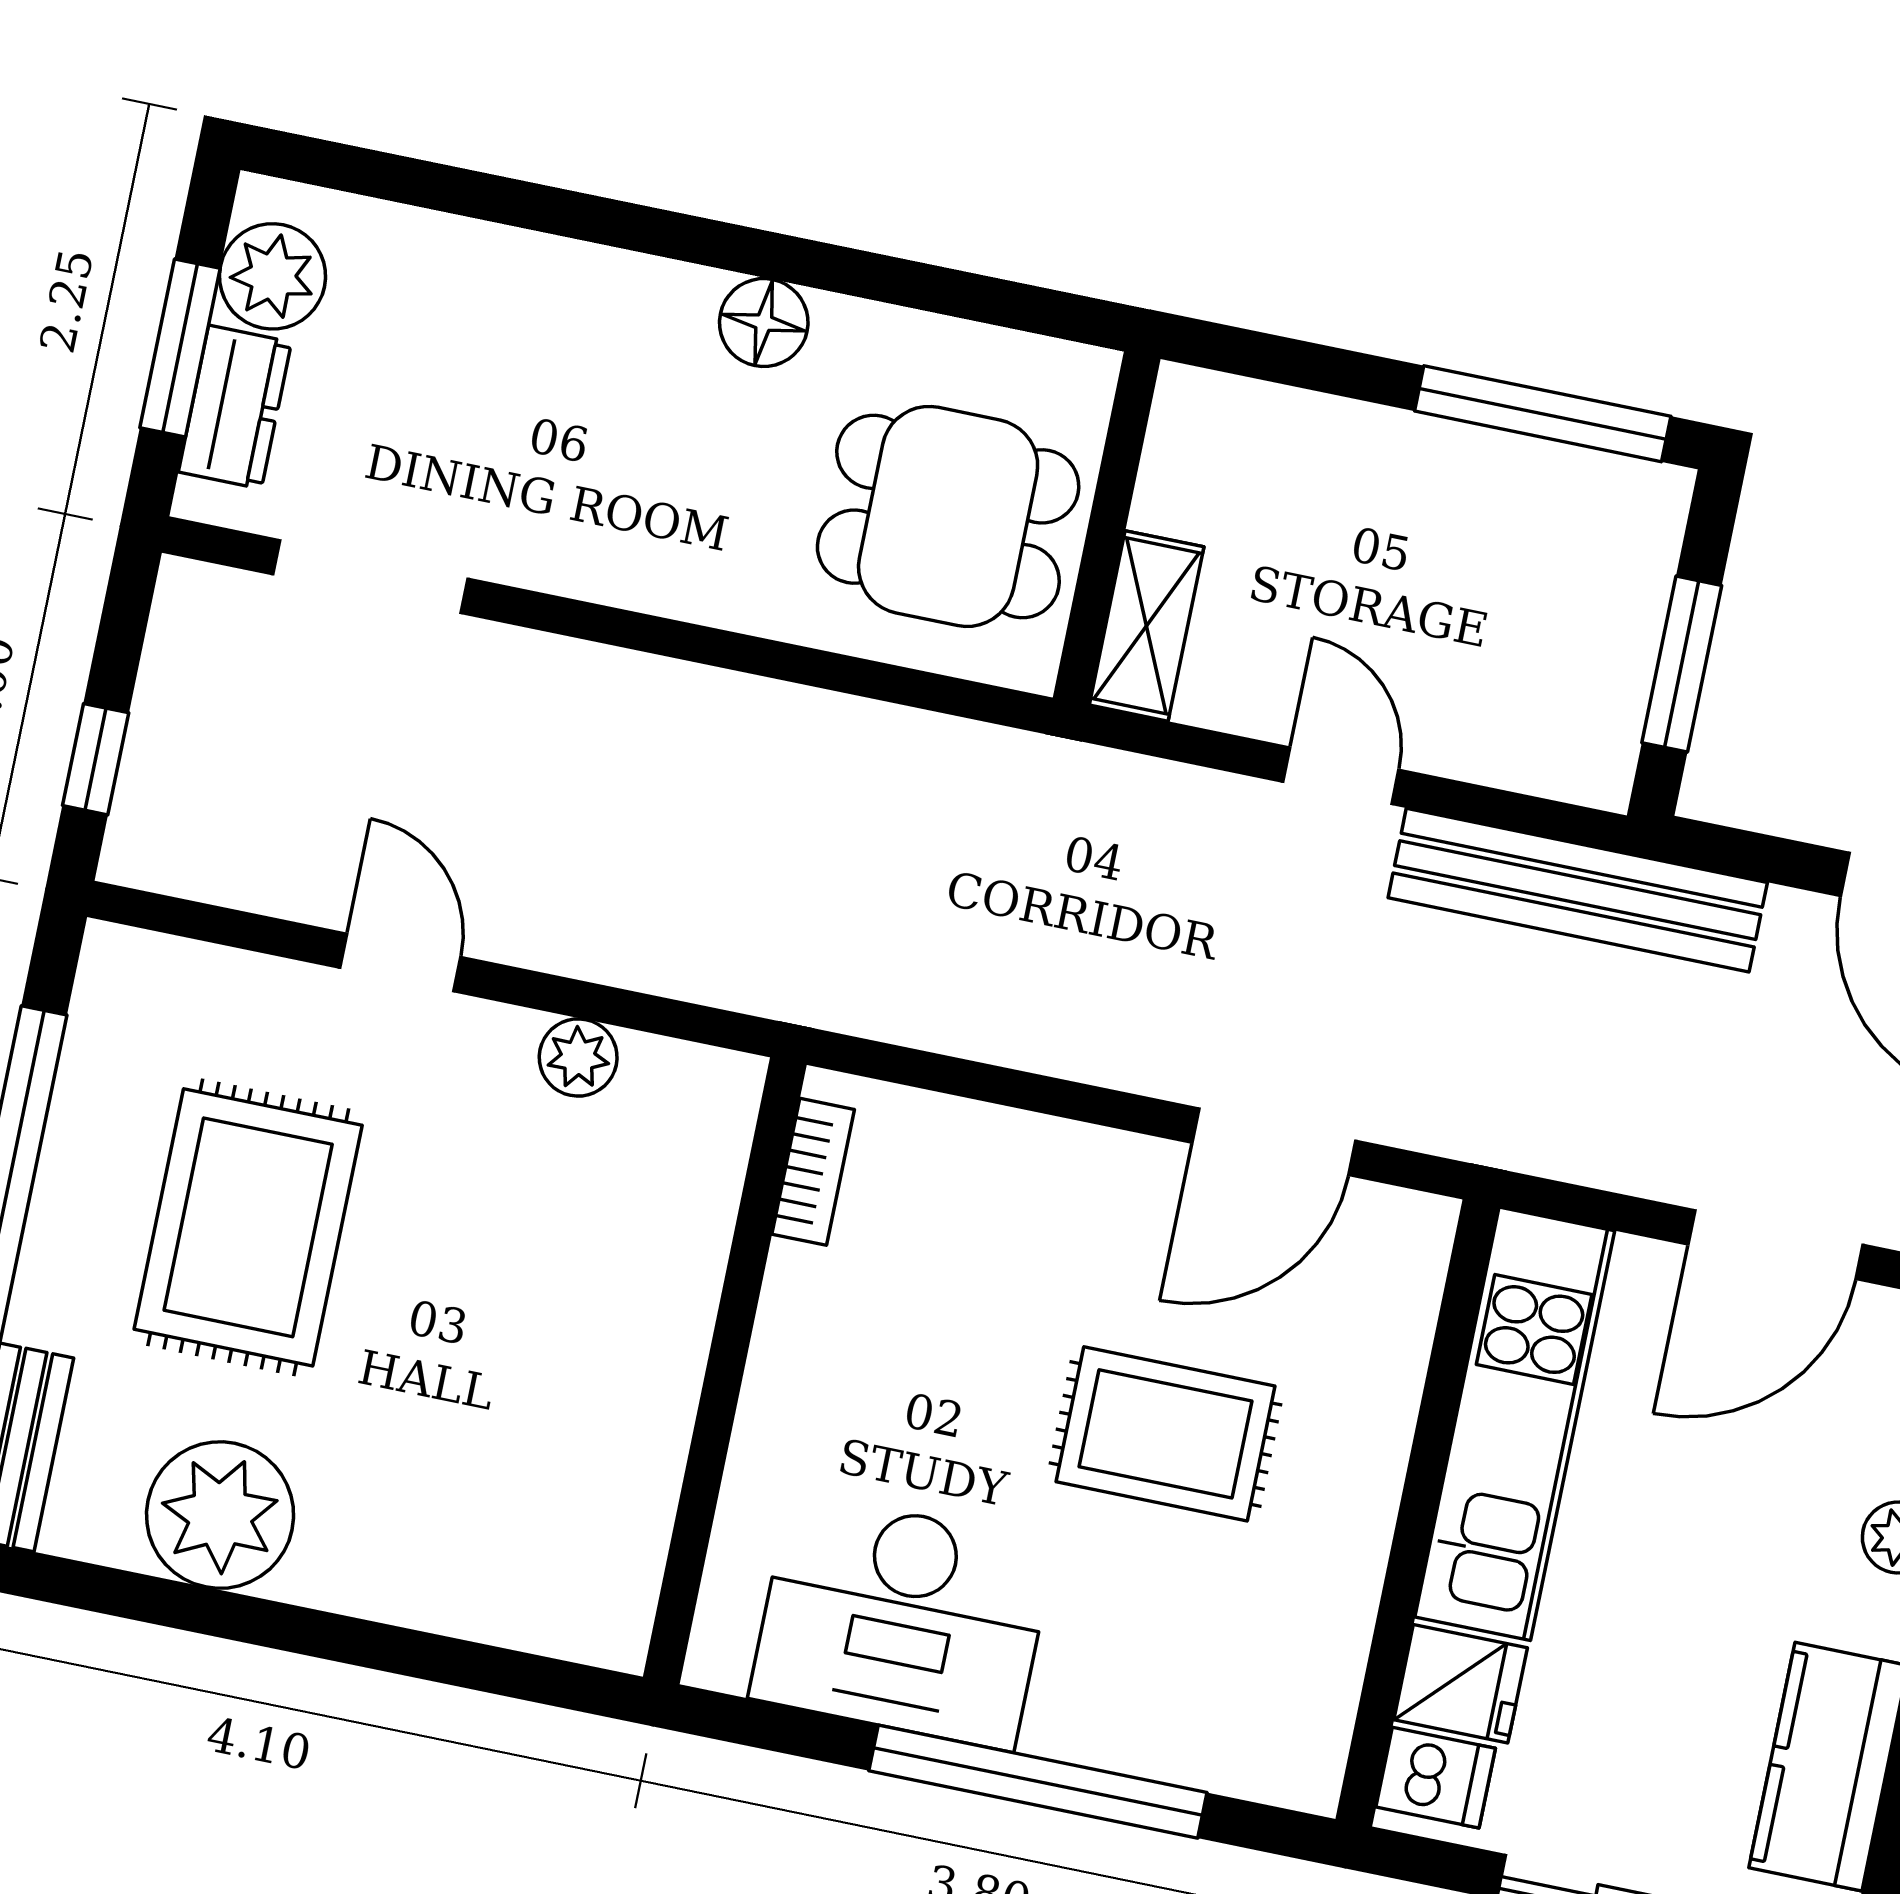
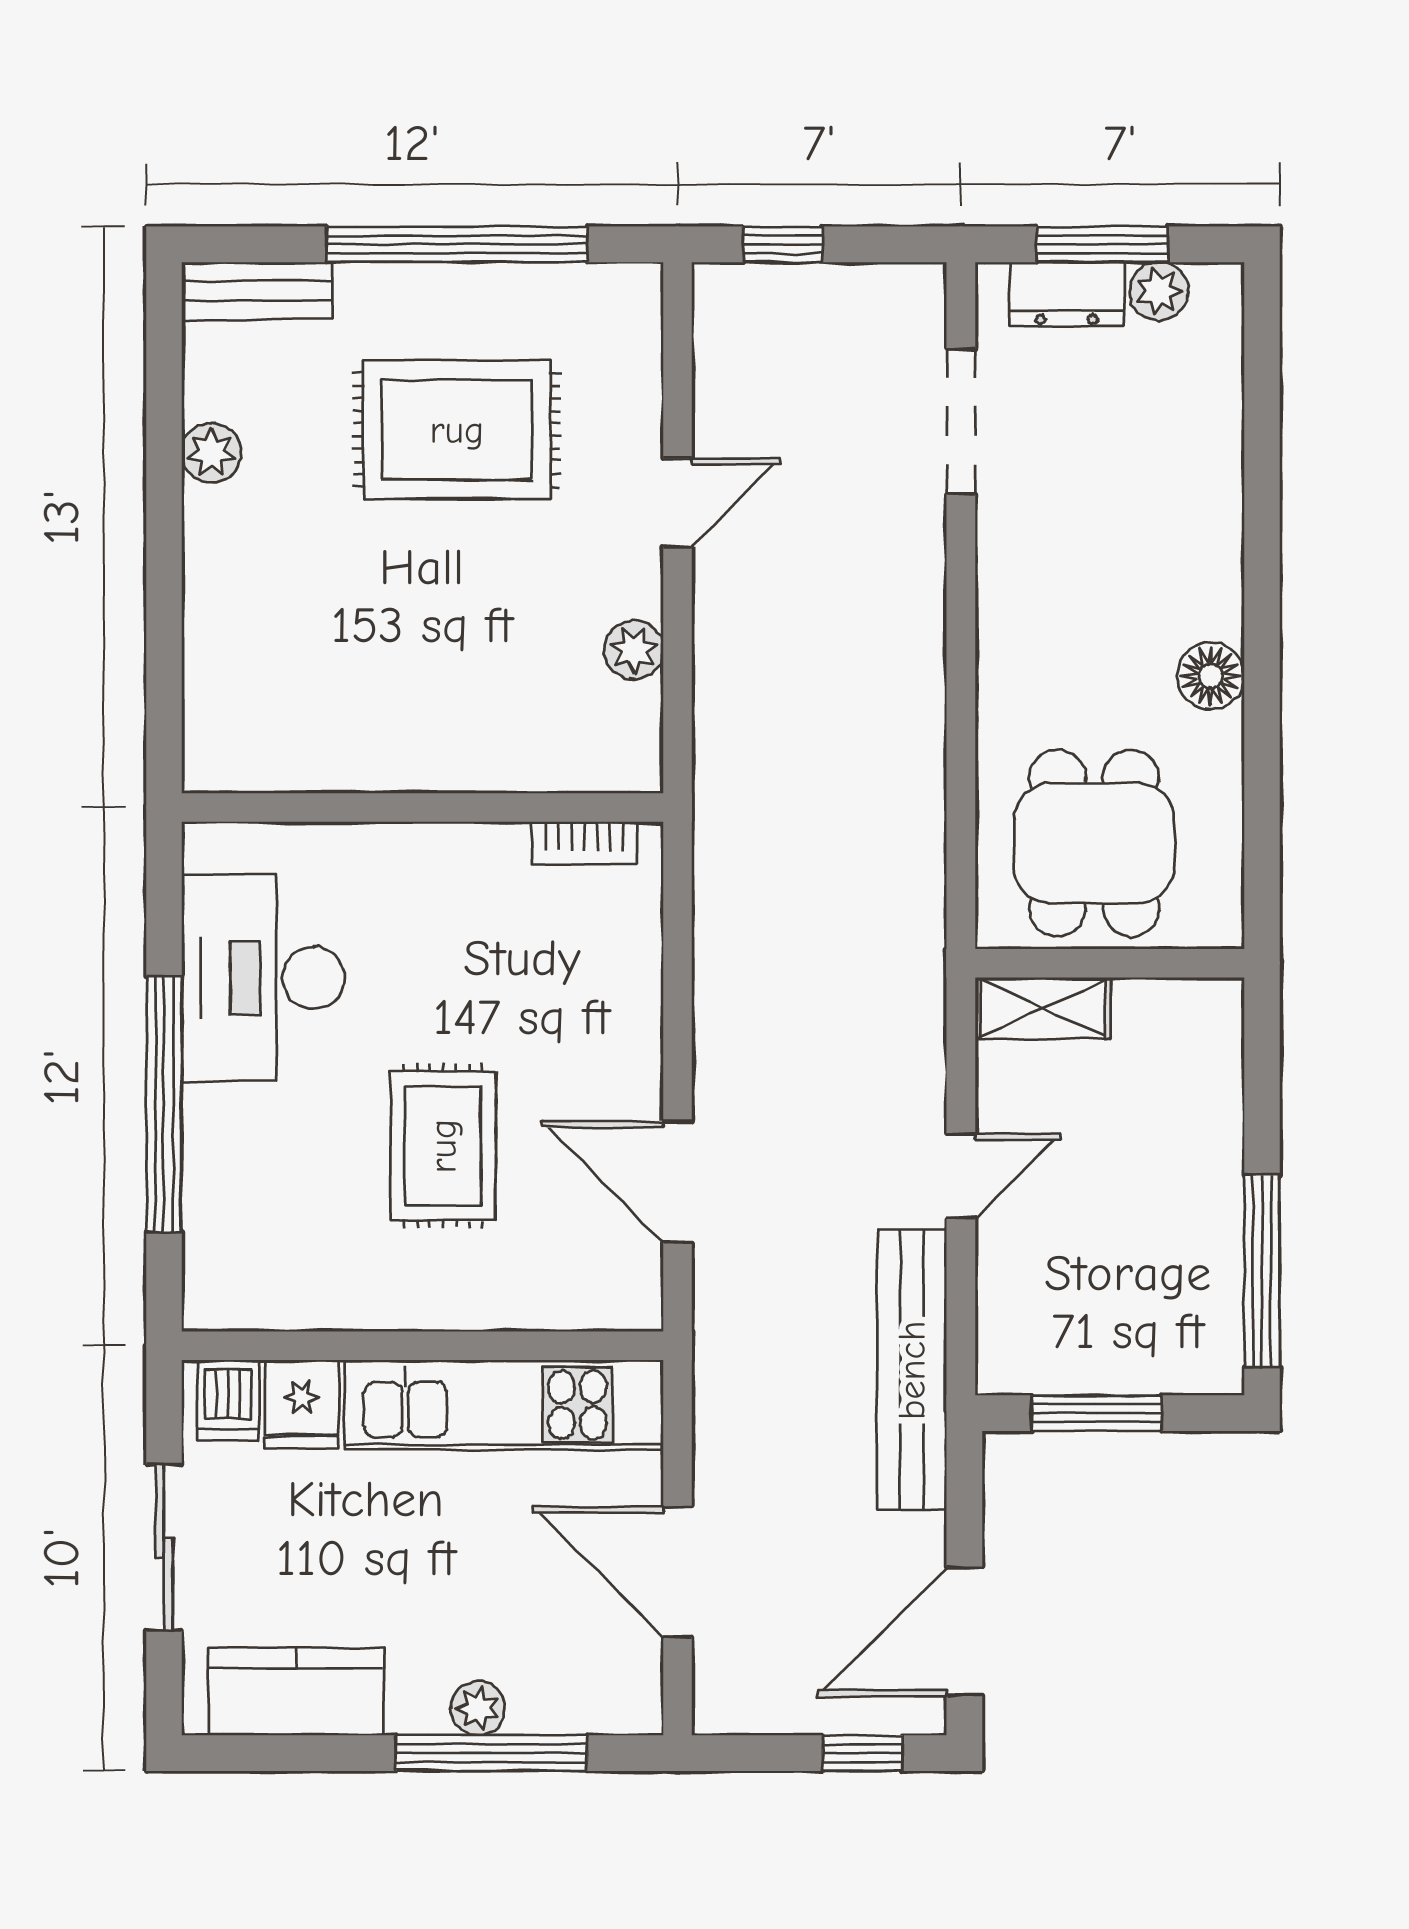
plant: (273, 276) -> (1159, 291), width x0.73, depth x0.73
plant: (220, 1515) -> (212, 453), width x0.53, depth x0.53

